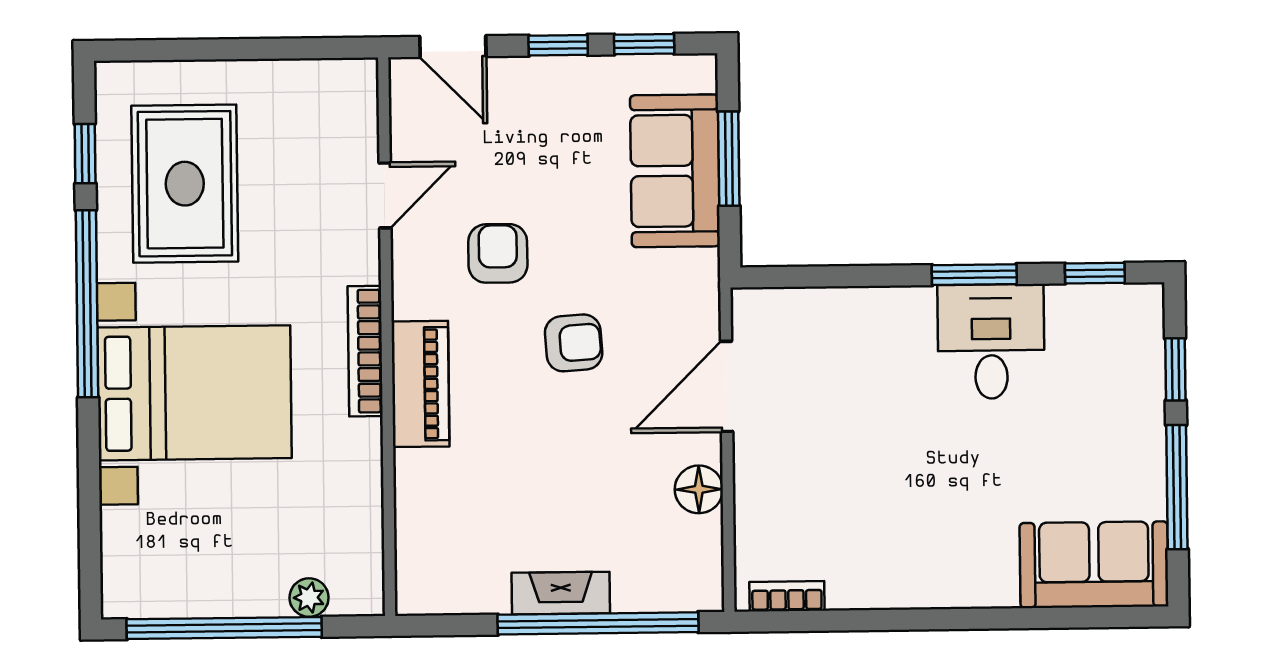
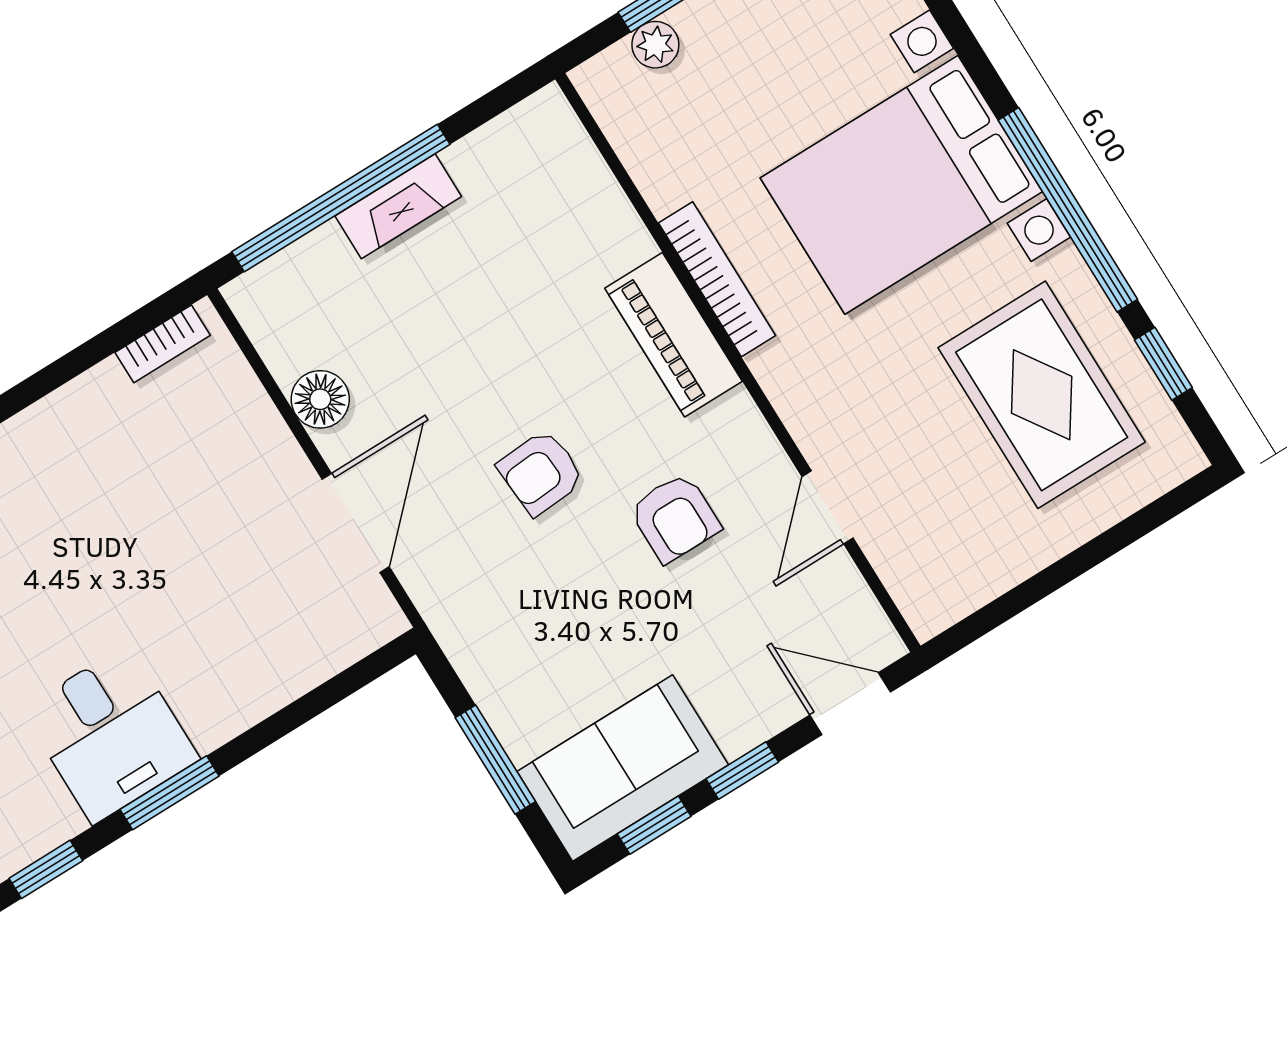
sofa: (675, 171) -> (623, 768), moved, turned -90
bookcase: (365, 351) -> (717, 279), moved

